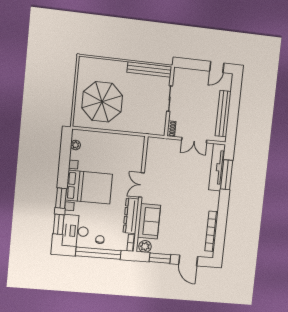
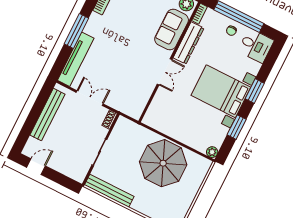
parasol: (102, 102) -> (163, 163), moved
plant: (75, 145) -> (212, 152), moved
window: (227, 175) -> (76, 31), moved
window: (59, 224) -> (237, 127), moved
desk: (75, 231) -> (256, 46), width x0.73

